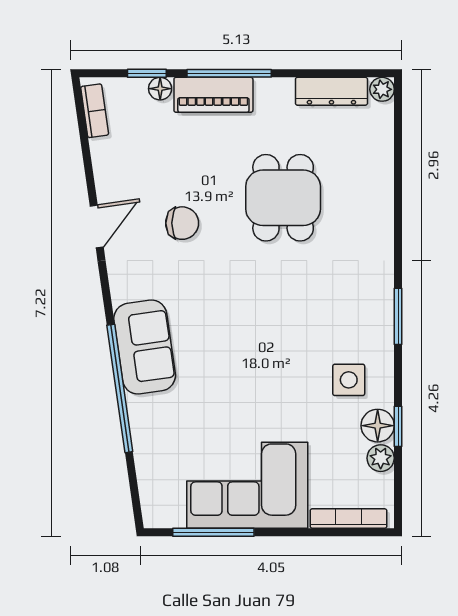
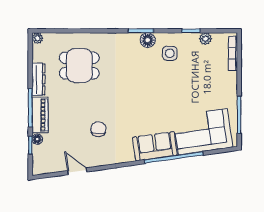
dresser: (331, 91) -> (38, 79), moved
bookcase: (95, 111) -> (47, 169), removed
dining table: (283, 198) -> (79, 65), moved
door: (97, 226) -> (77, 171), moved
floor lamp: (378, 426) -> (148, 40), moved
corner sofa: (247, 485) -> (203, 132), moved, turned 82

